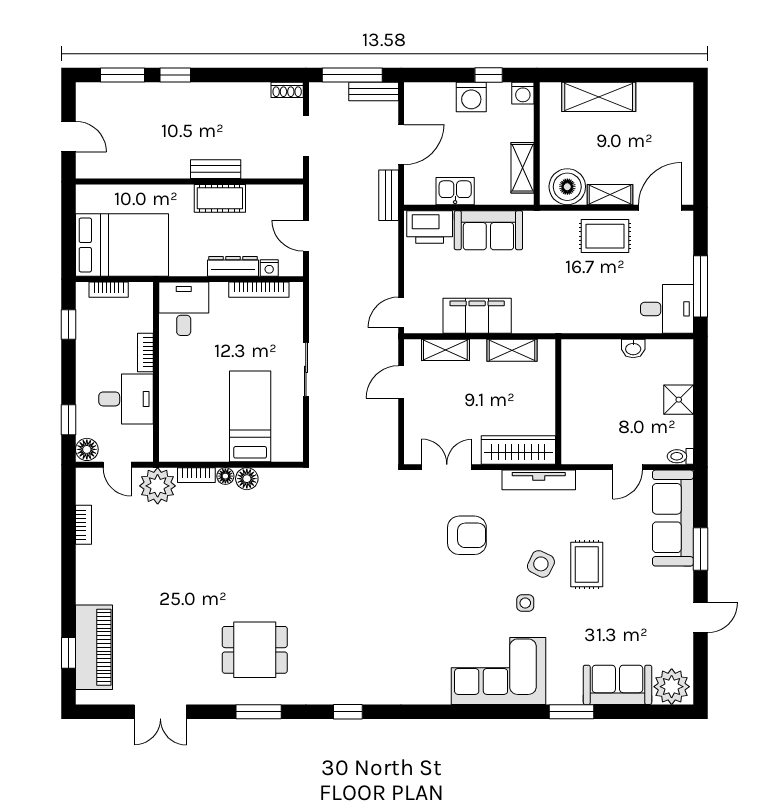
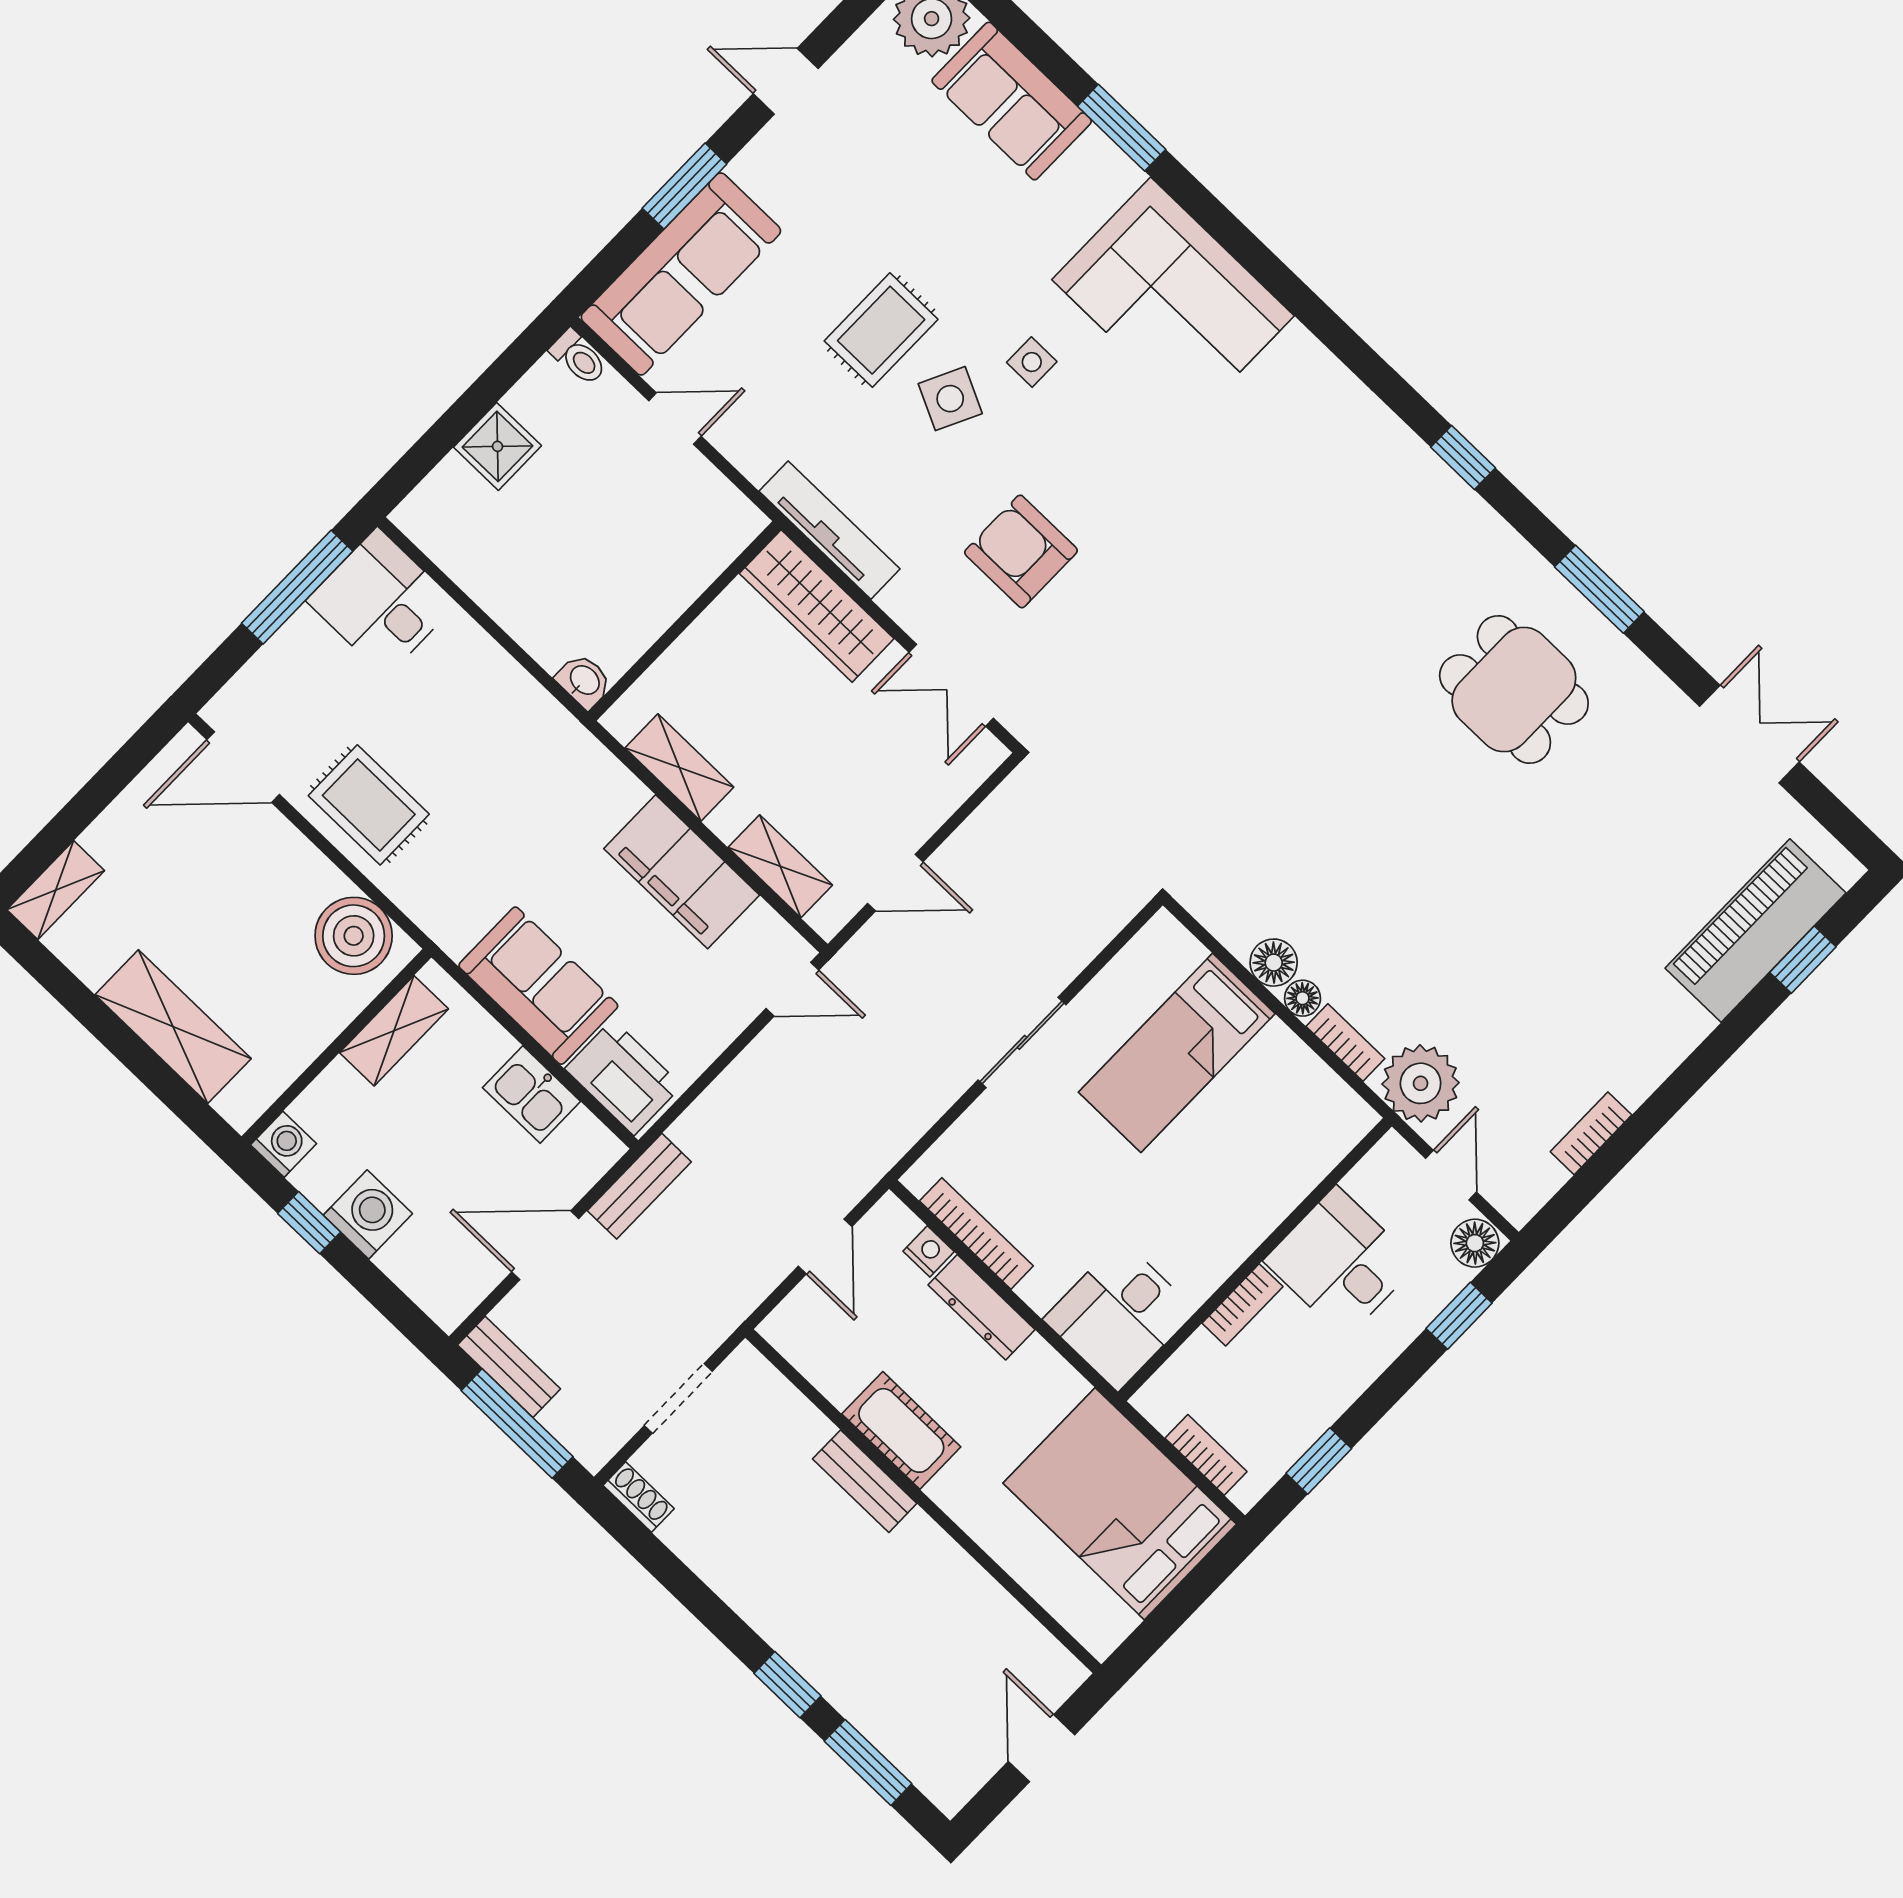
shelving: (610, 195) -> (56, 890), moved, turned 90
washbasin: (633, 348) -> (584, 681), moved

